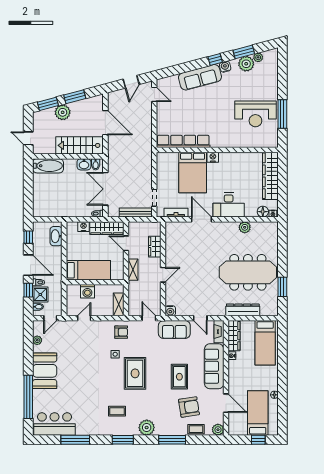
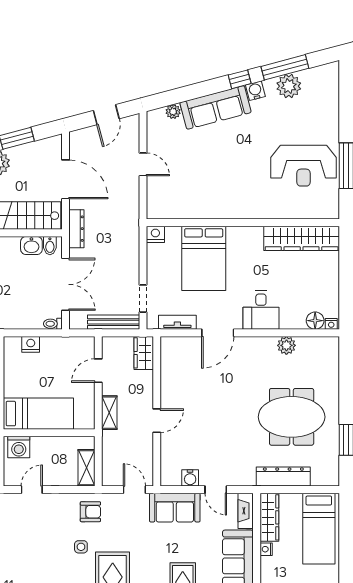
window: (244, 52) -> (285, 67), width x1.44
plant: (258, 57) -> (173, 112), moved
door: (154, 94) -> (143, 164), moved
row of seats: (183, 141) -> (189, 209), removed
dresser: (112, 154) -> (76, 229), added
nightstand: (213, 157) -> (155, 234), moved
wardrobe: (270, 176) -> (302, 238), moved, turned -90
double door: (105, 189) -> (65, 284), swing flipped
desk: (229, 205) -> (261, 310), width x0.73
door: (201, 219) -> (218, 333), swing flipped
wardrobe: (107, 228) -> (68, 347), removed
door: (126, 243) -> (98, 371), hinge flipped
wardrobe: (155, 247) -> (144, 353), moved
meeting table: (248, 272) -> (292, 417), width x0.73
washing machine: (87, 291) -> (19, 447), moved
water cooler: (170, 311) -> (190, 478), moved

